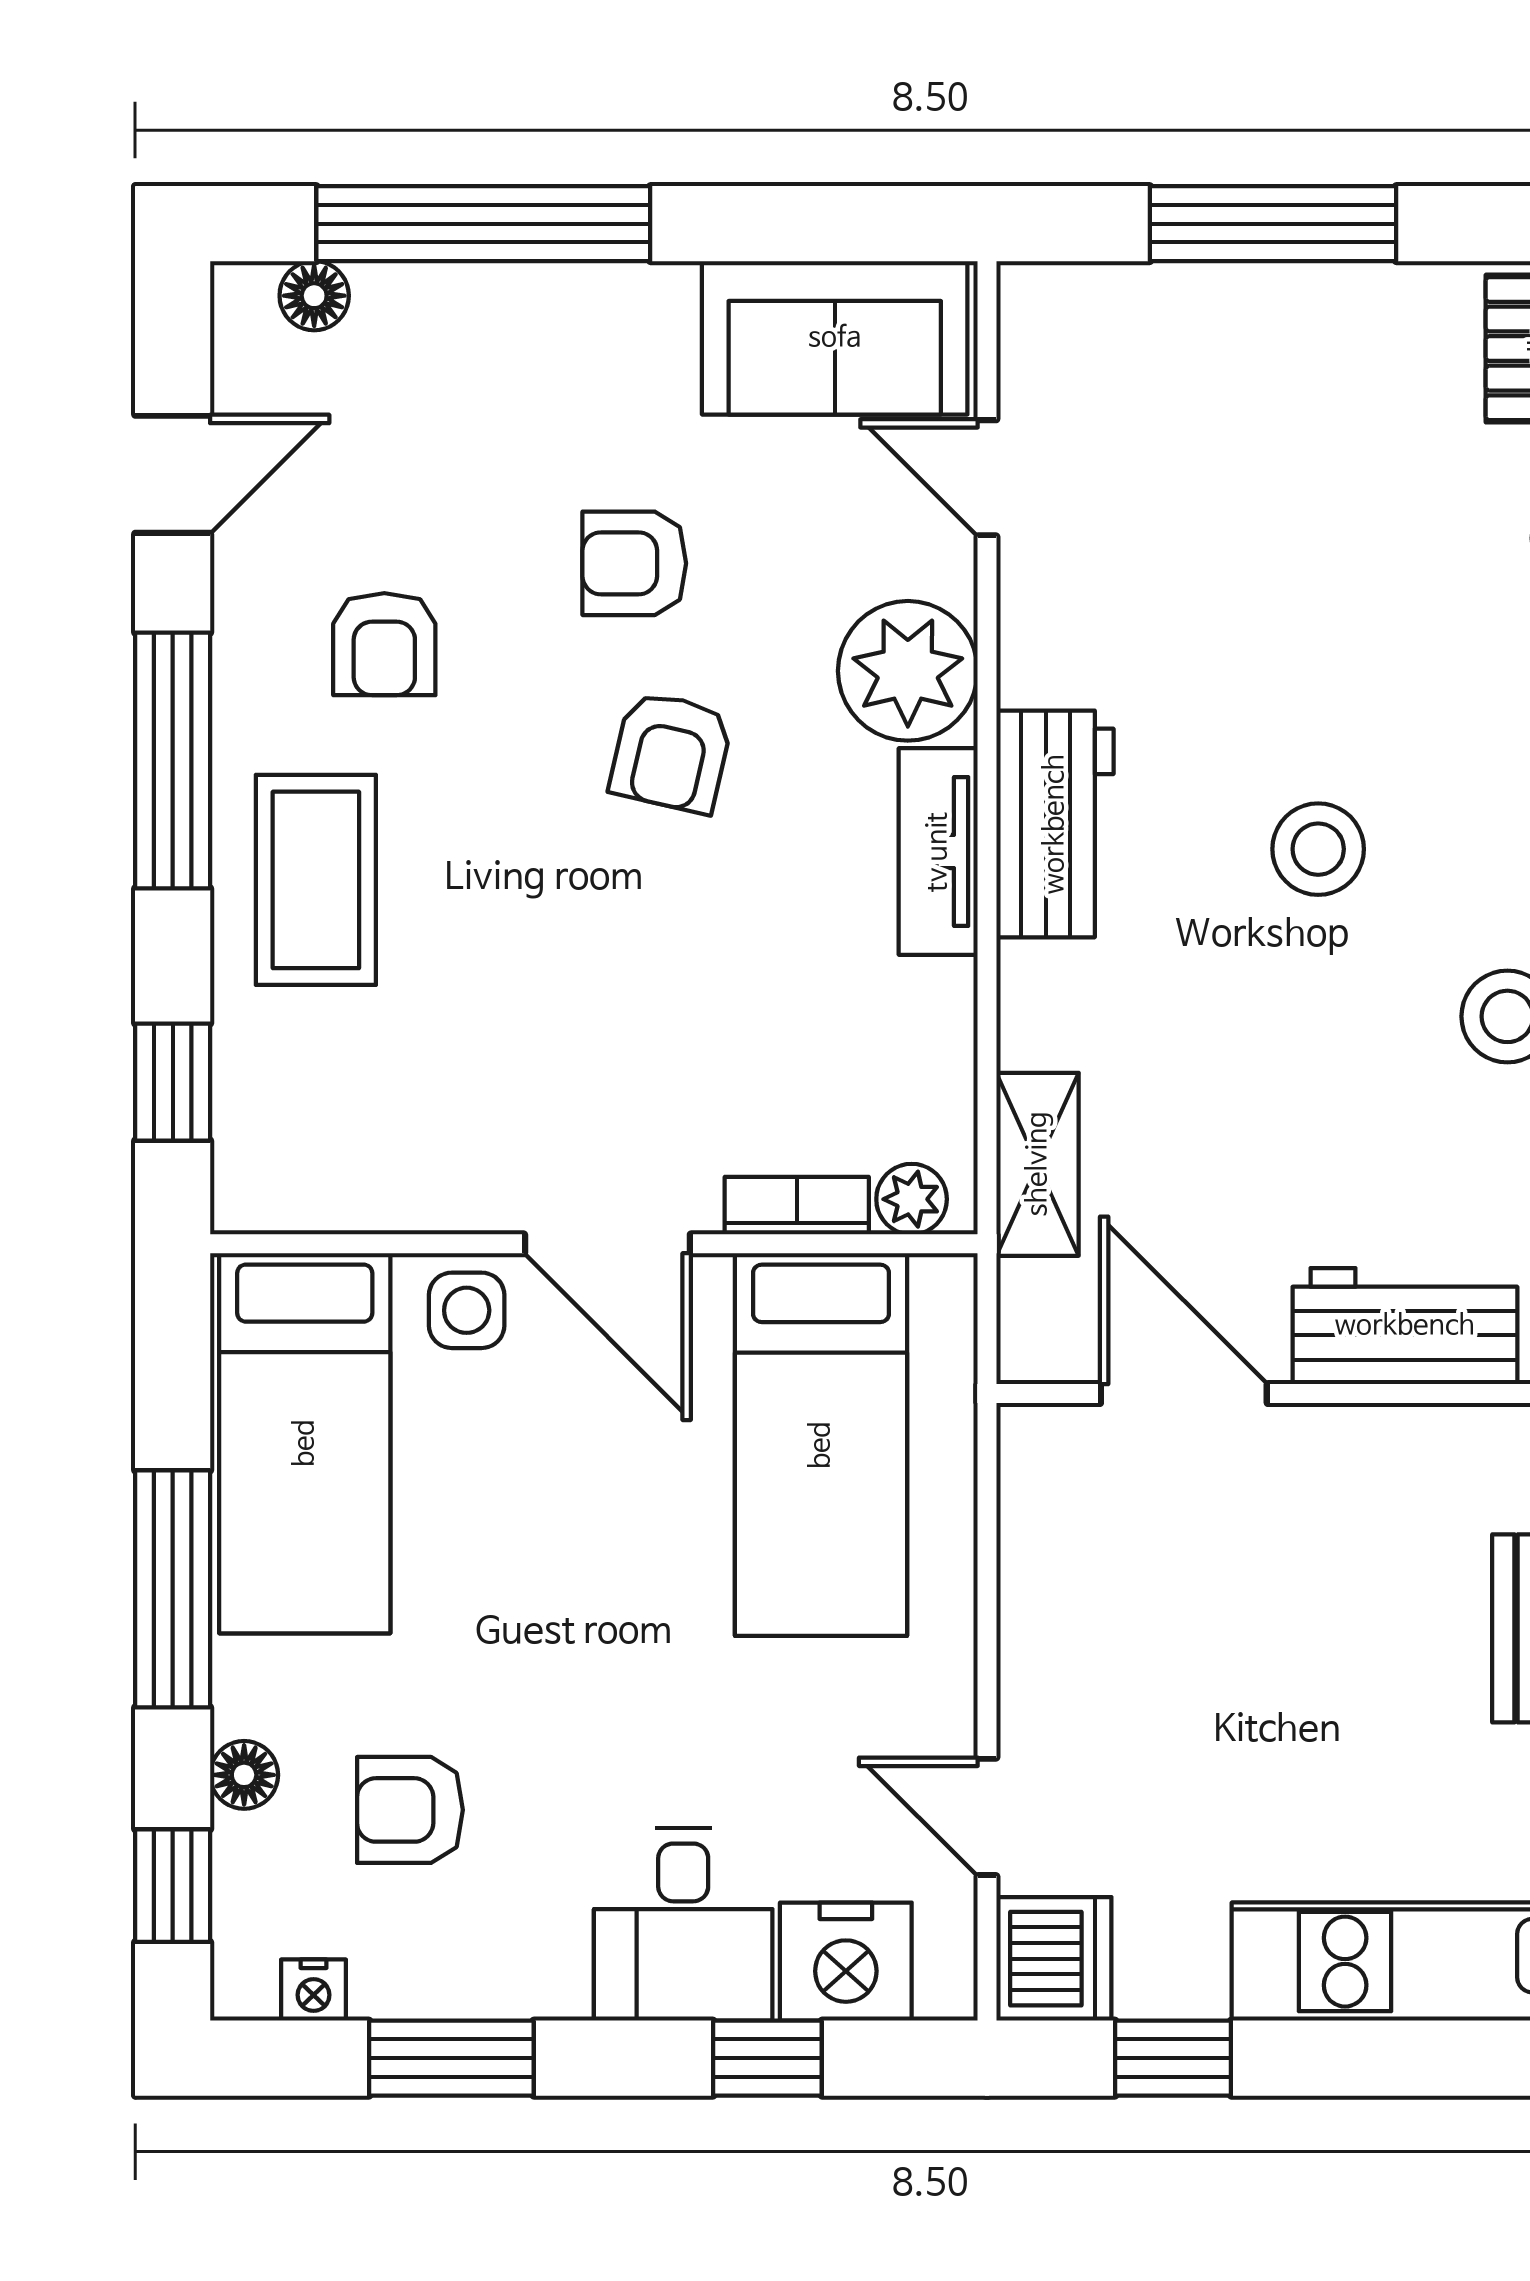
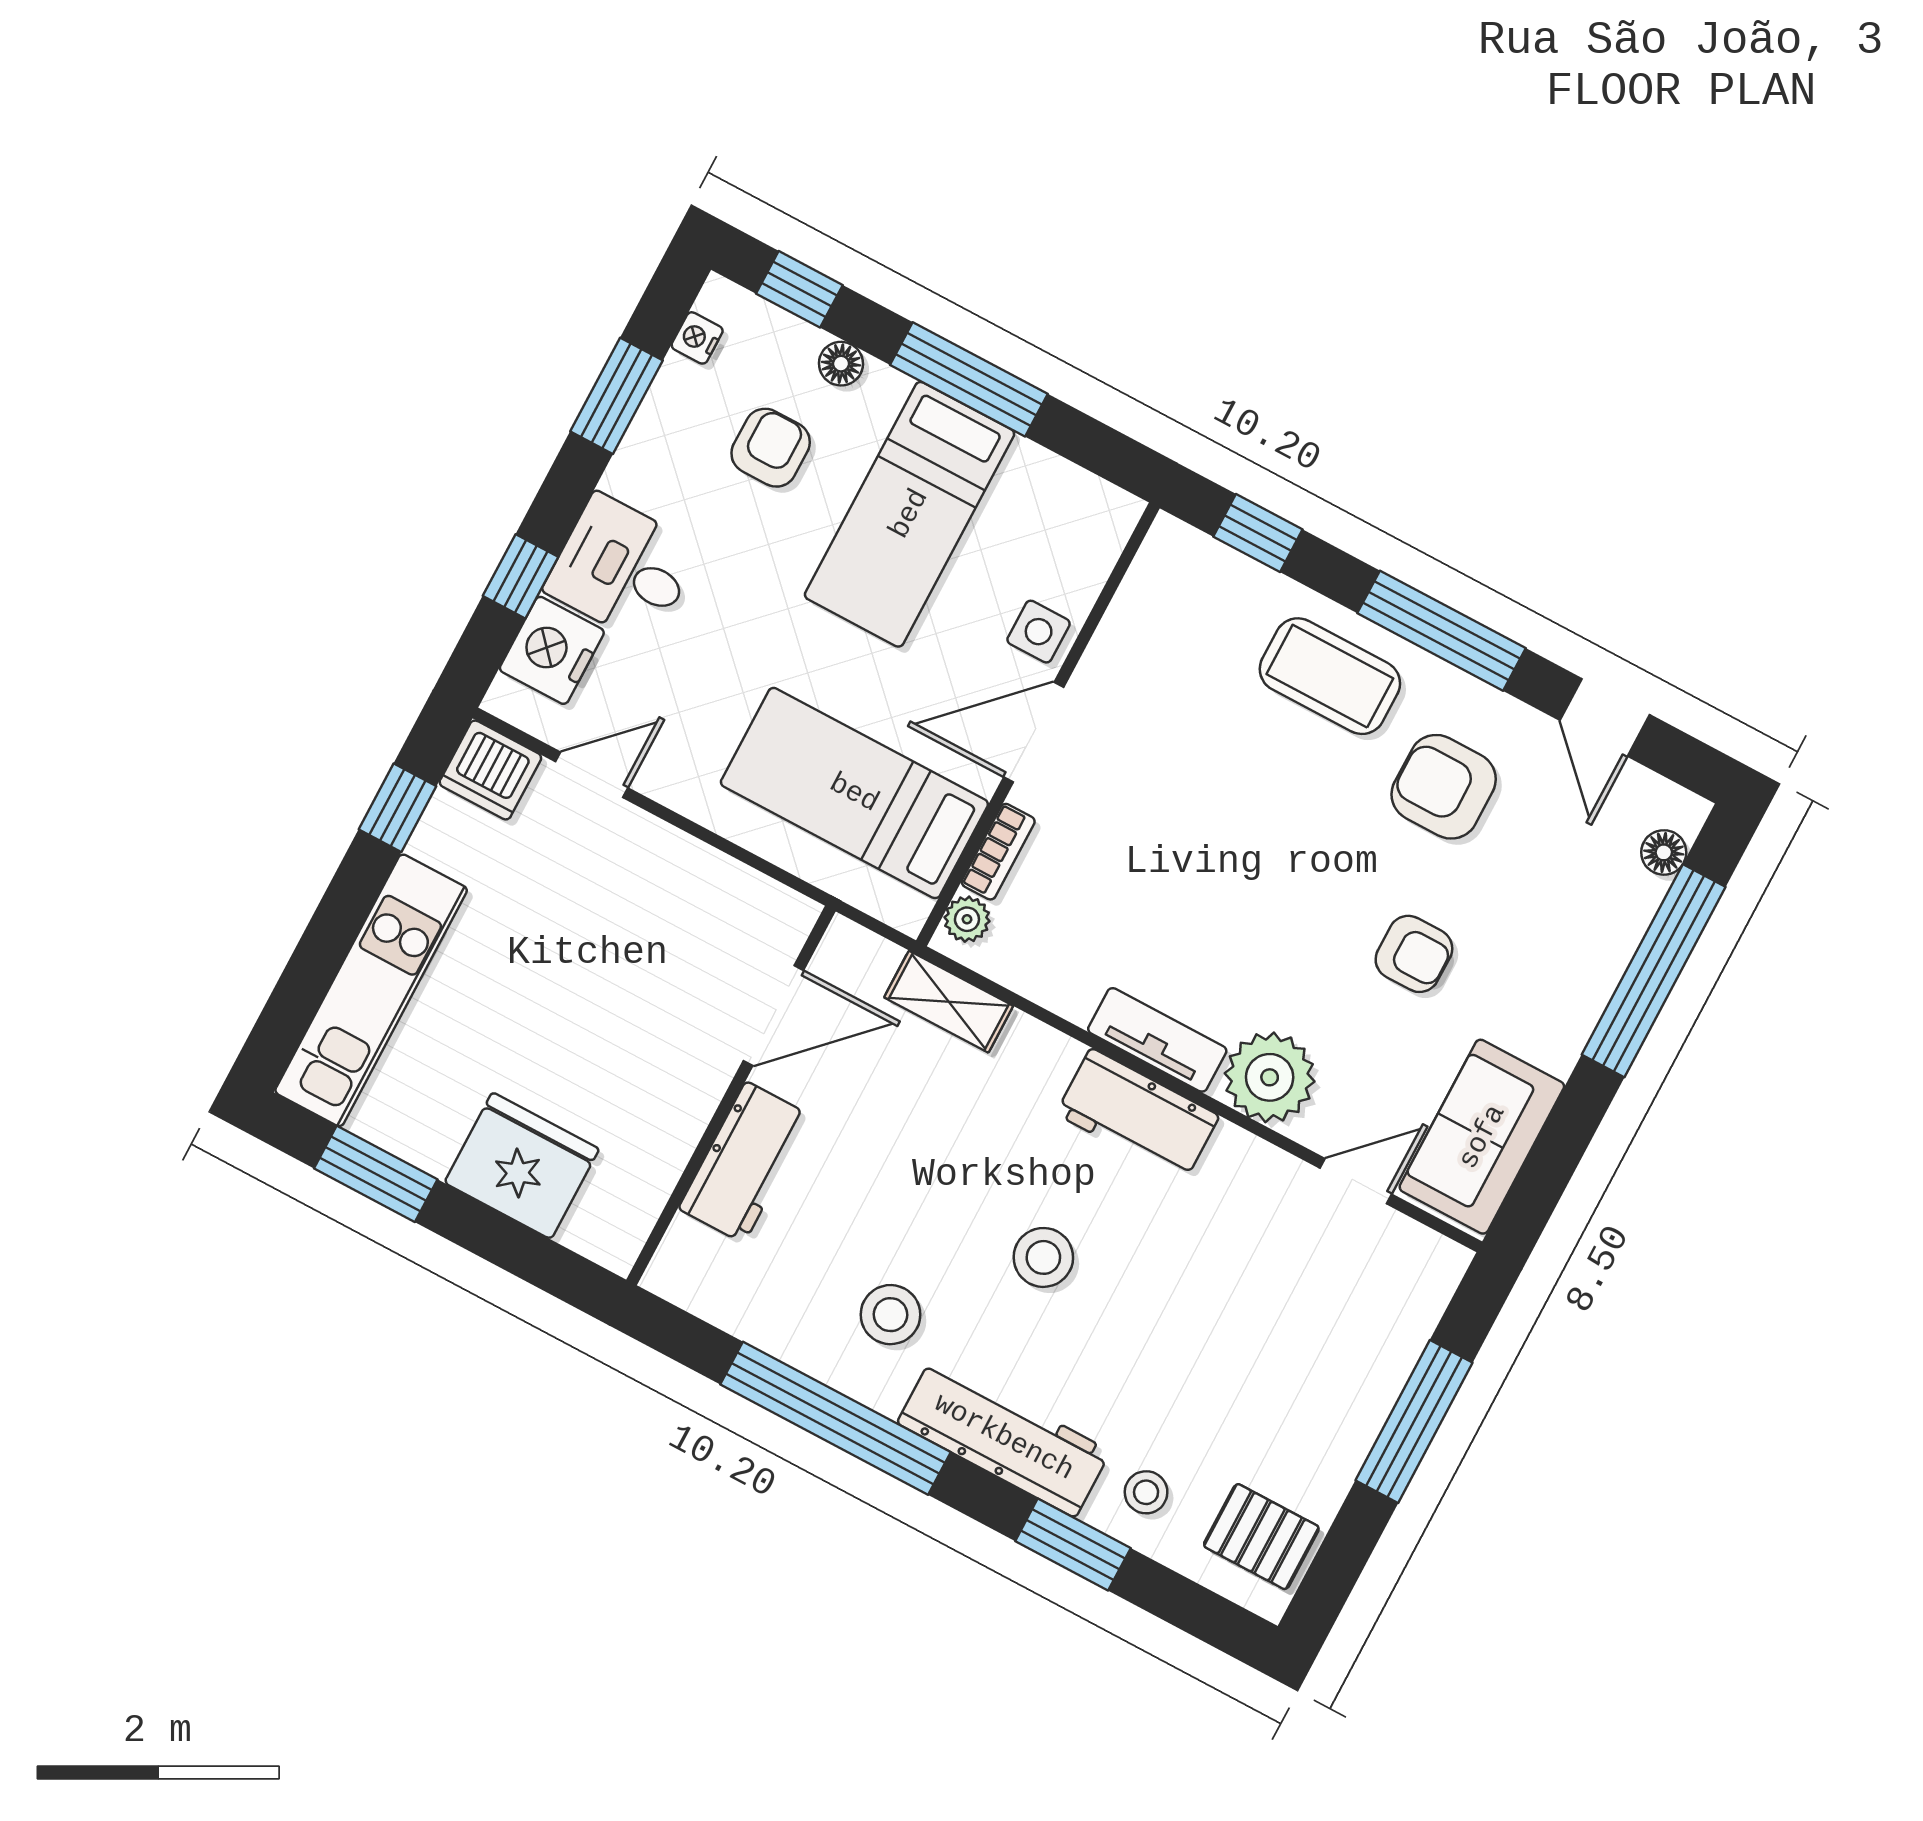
armchair: (634, 563) -> (1414, 954), turned 90
armchair: (384, 644) -> (1444, 787), width x1.38, depth x1.38
armchair: (671, 752) -> (1295, 918), removed
bed: (305, 1443) -> (909, 514), moved, turned -90

